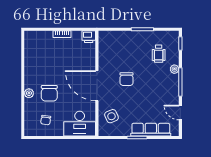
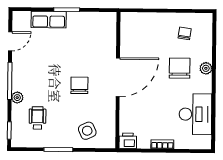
door: (97, 86) -> (118, 77), hinge flipped
door: (180, 113) -> (10, 41), hinge flipped
side table: (111, 116) -> (87, 131), moved
desk: (80, 124) -> (195, 114), moved, turned 90
row of seats: (151, 130) -> (49, 20), width x0.68

